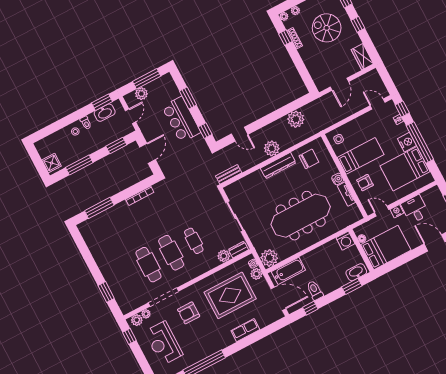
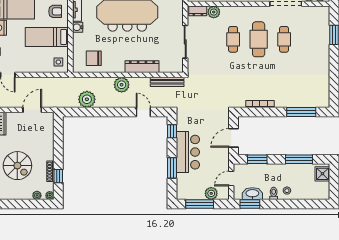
dresser: (278, 166) -> (142, 67), moved
bench: (229, 174) -> (167, 82), width x1.36
cafe table: (148, 265) -> (284, 39), width x0.73, depth x0.74

